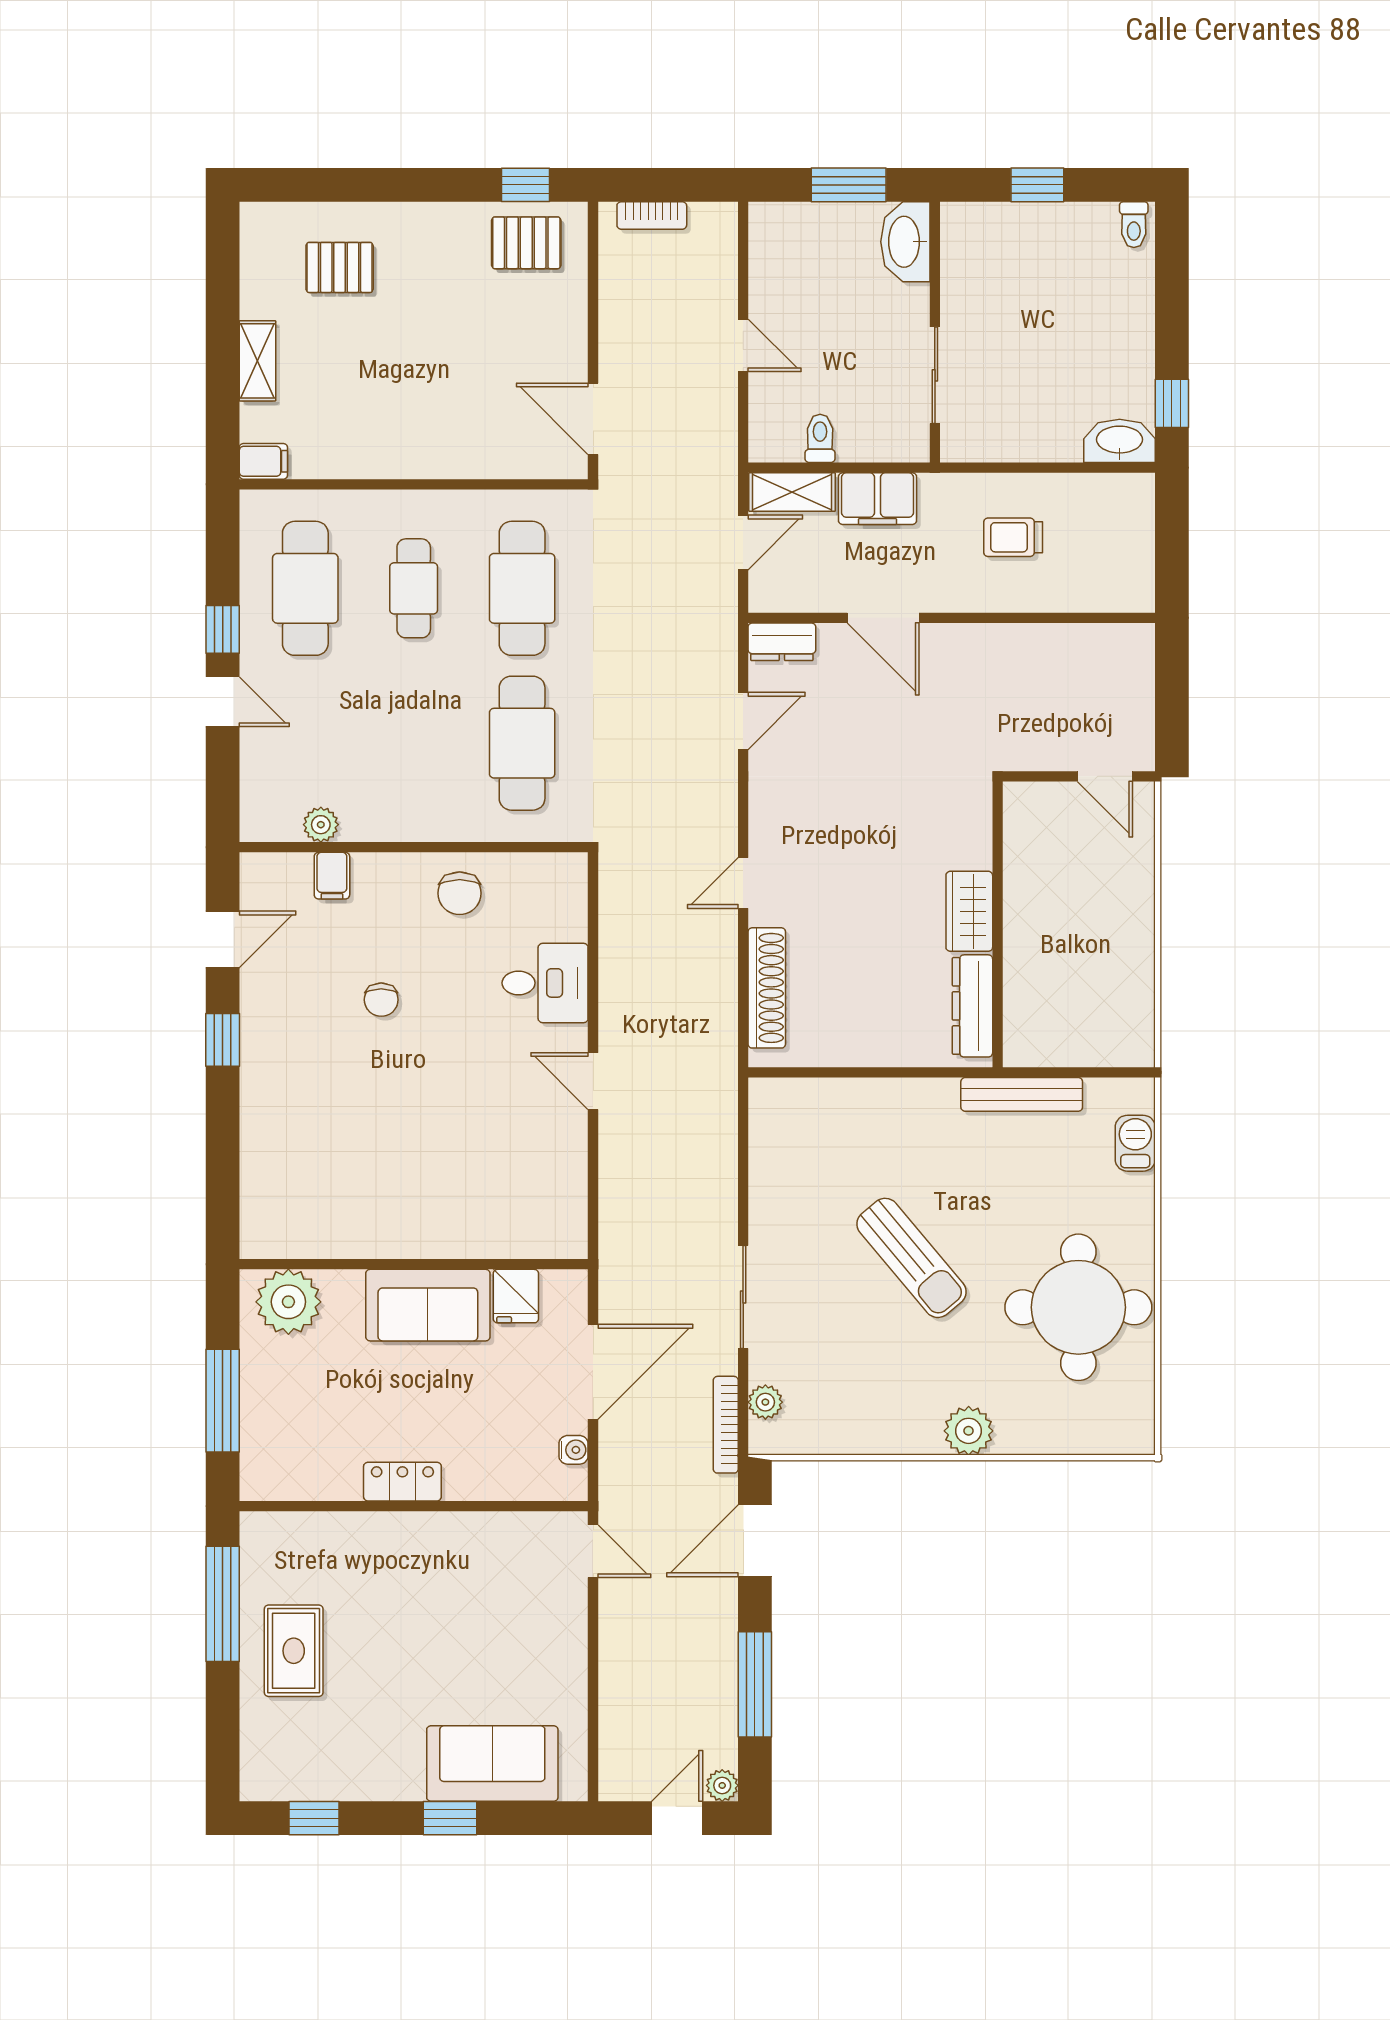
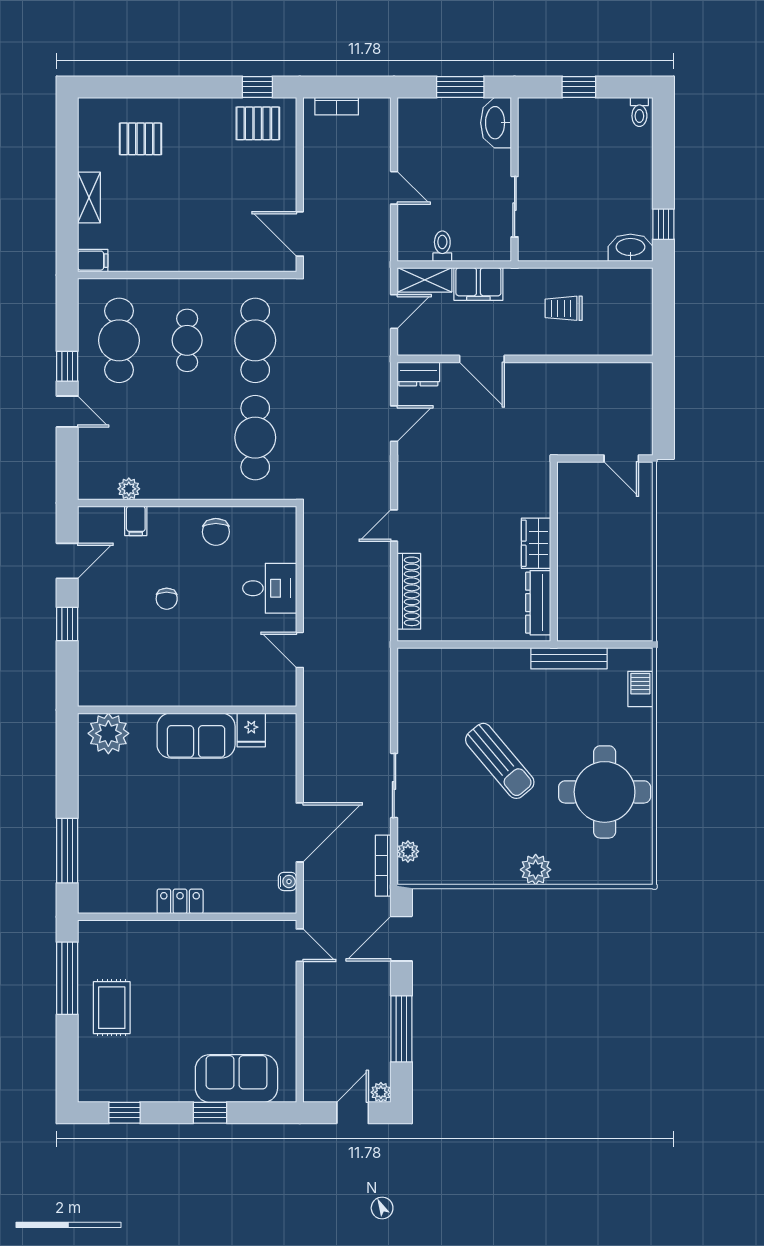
wall: (414, 1264) -> (187, 710), moved
fridge: (516, 1296) -> (251, 730), moved
plant: (288, 1302) -> (108, 733), moved
sofa: (428, 1305) -> (196, 736), moved

